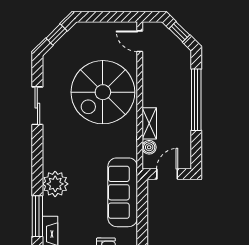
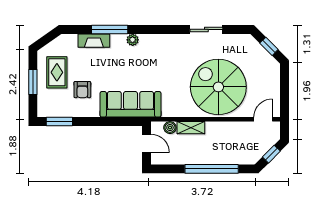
plant: (55, 184) -> (133, 40), width x0.53, depth x0.53

